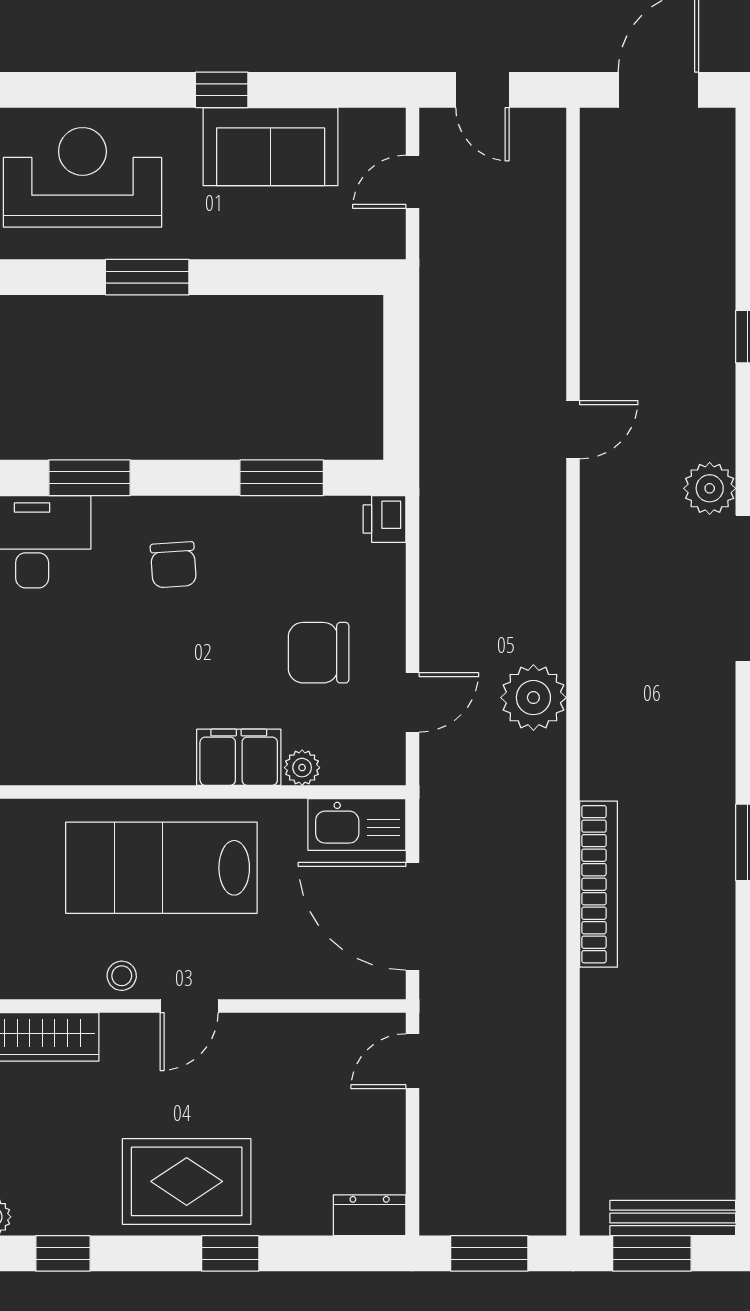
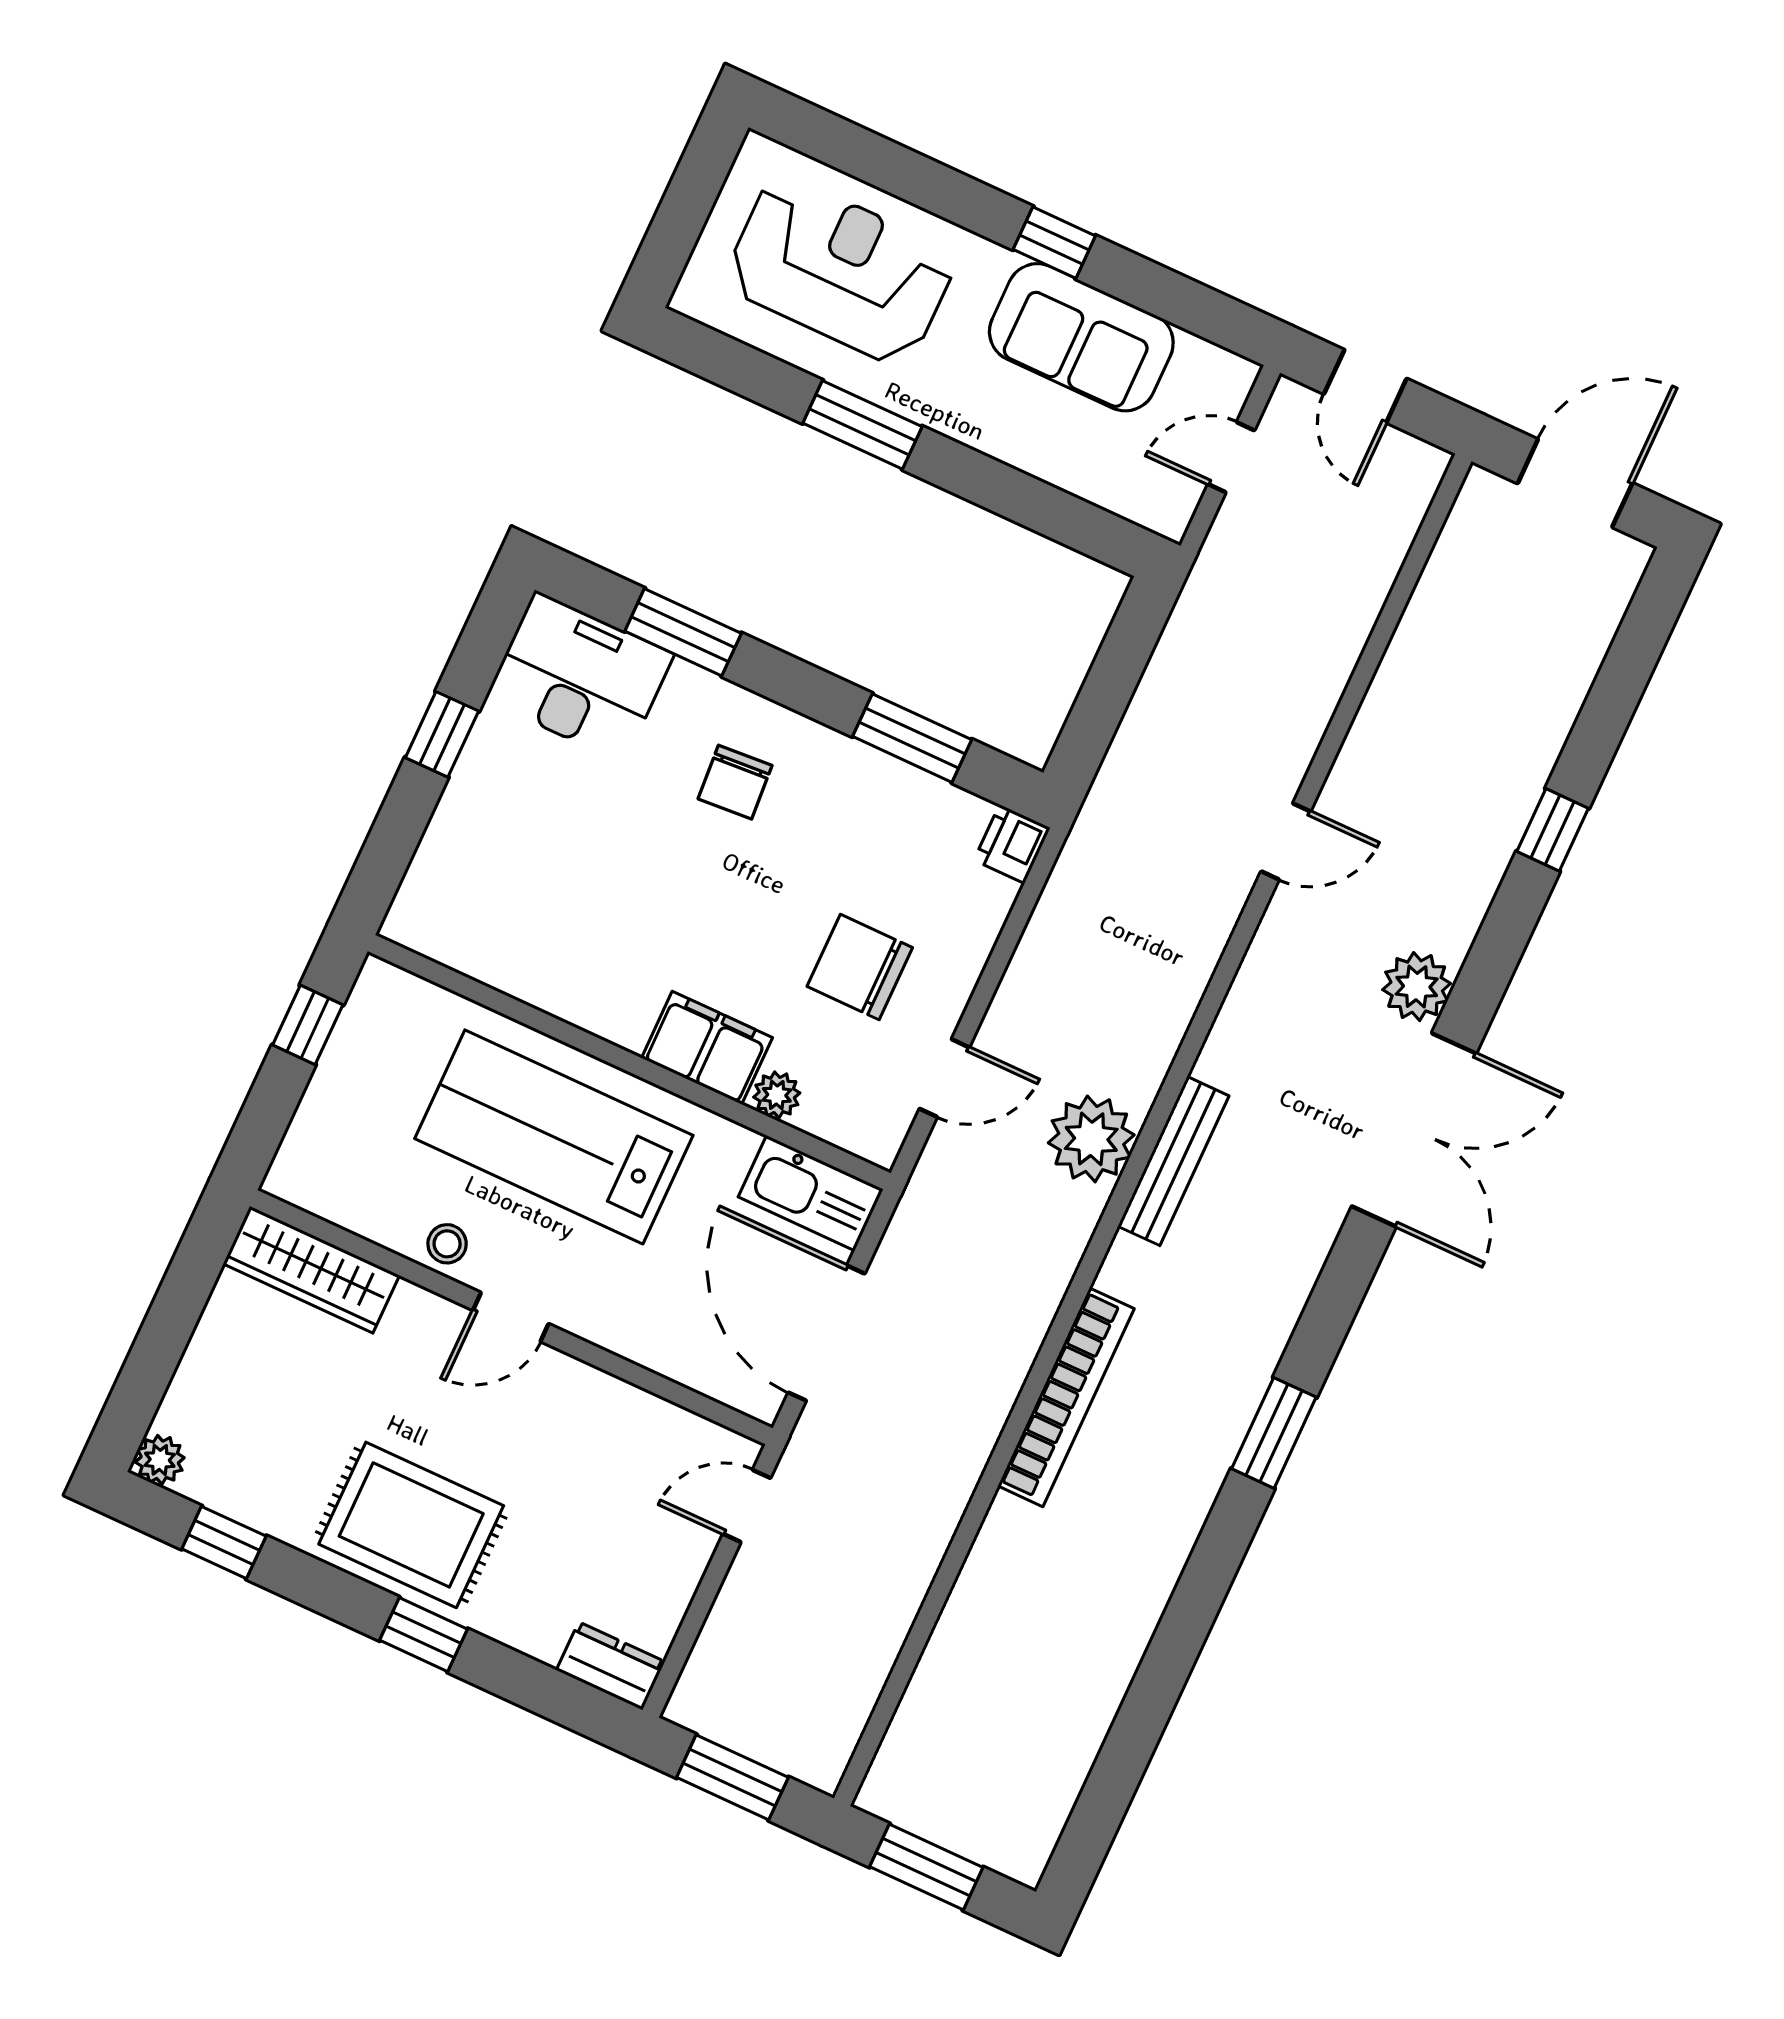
bench: (673, 1218) -> (1173, 1161), moved, turned 90

